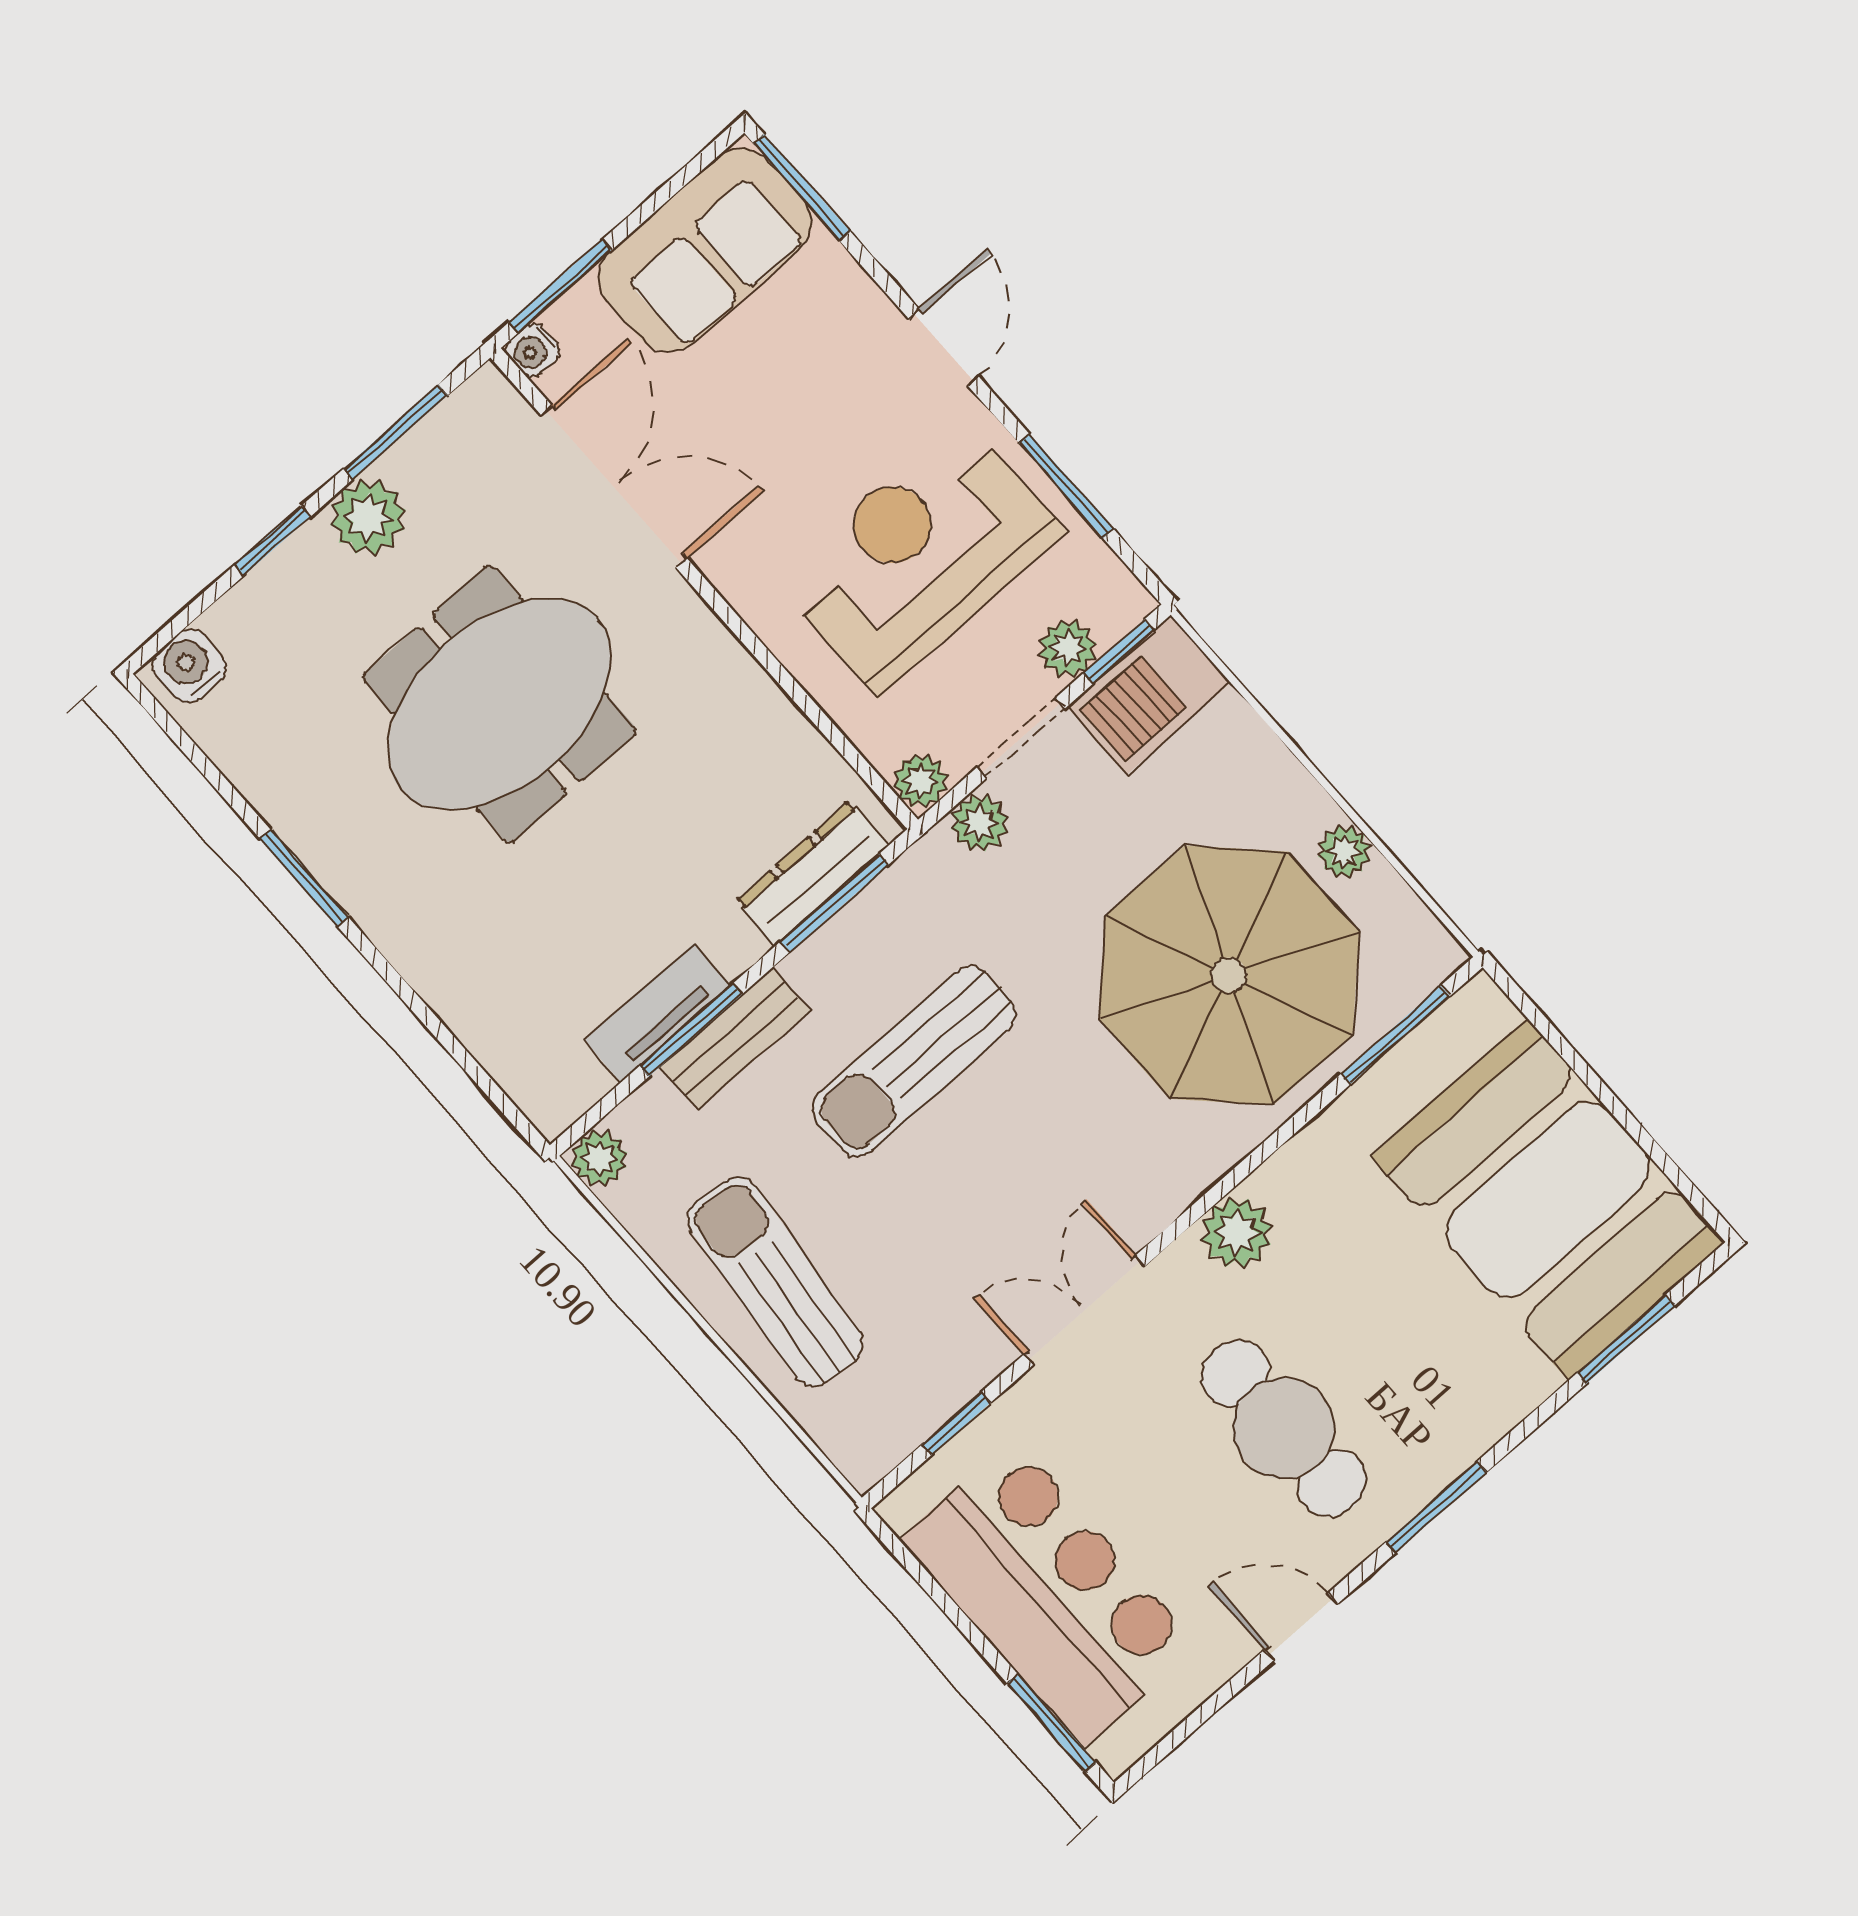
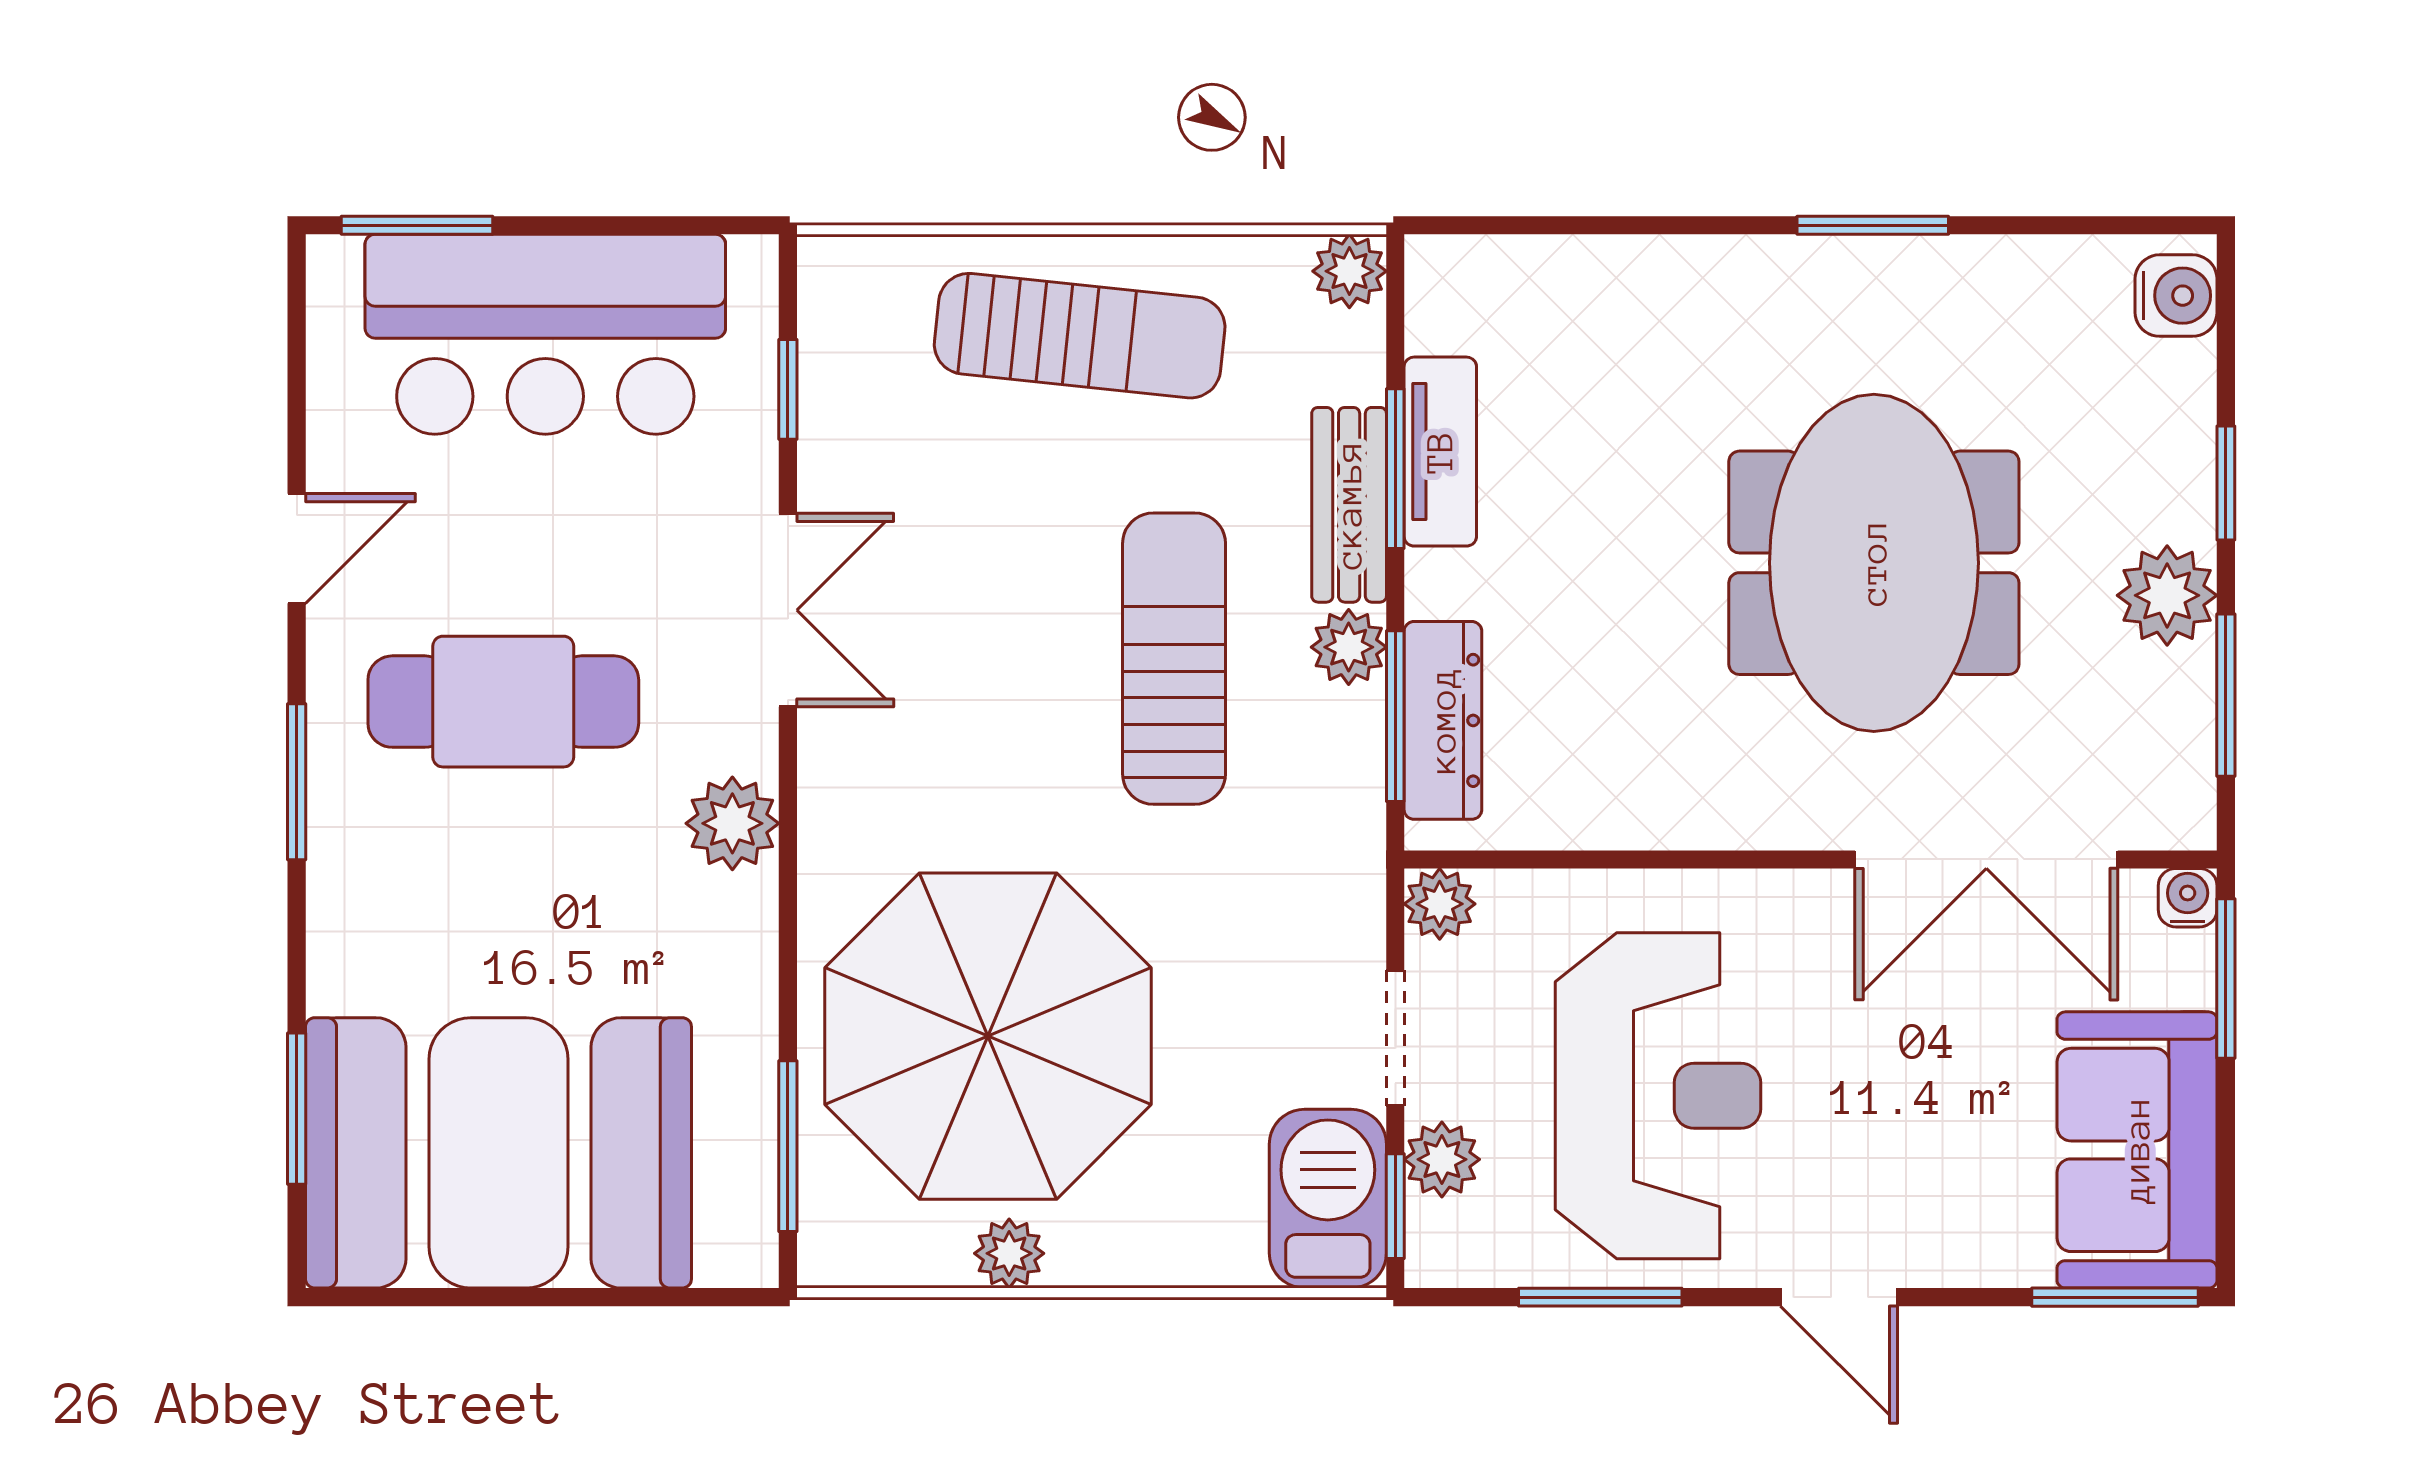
plant: (979, 823) -> (1349, 647), moved

